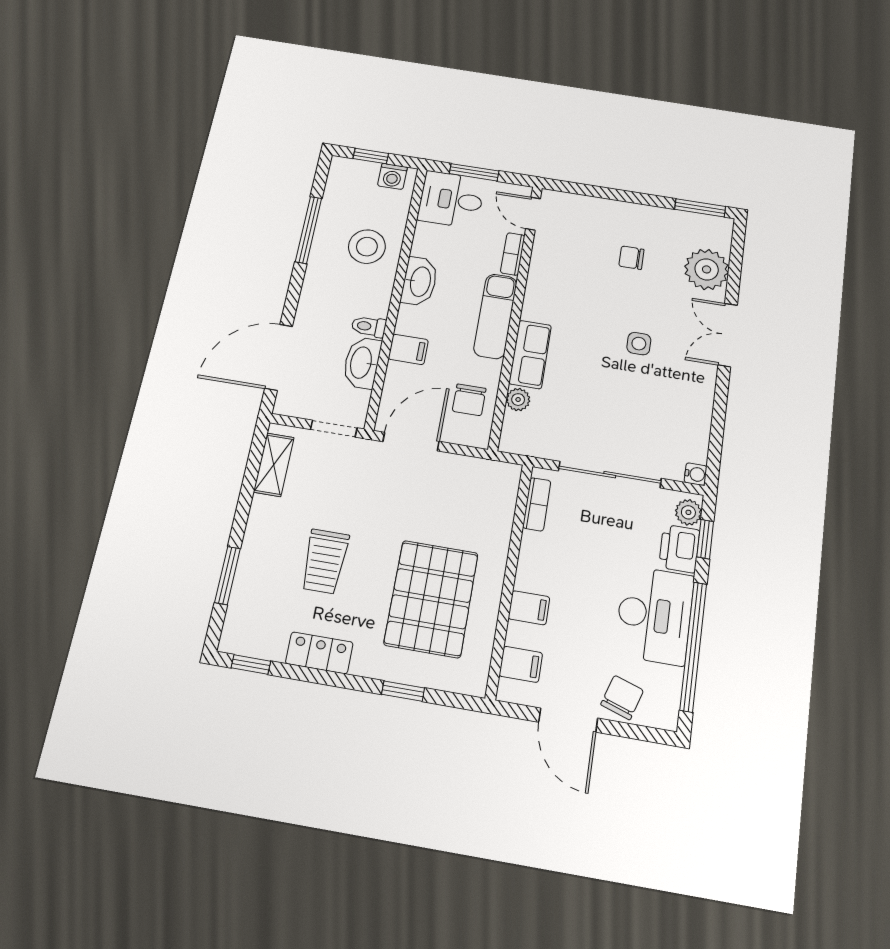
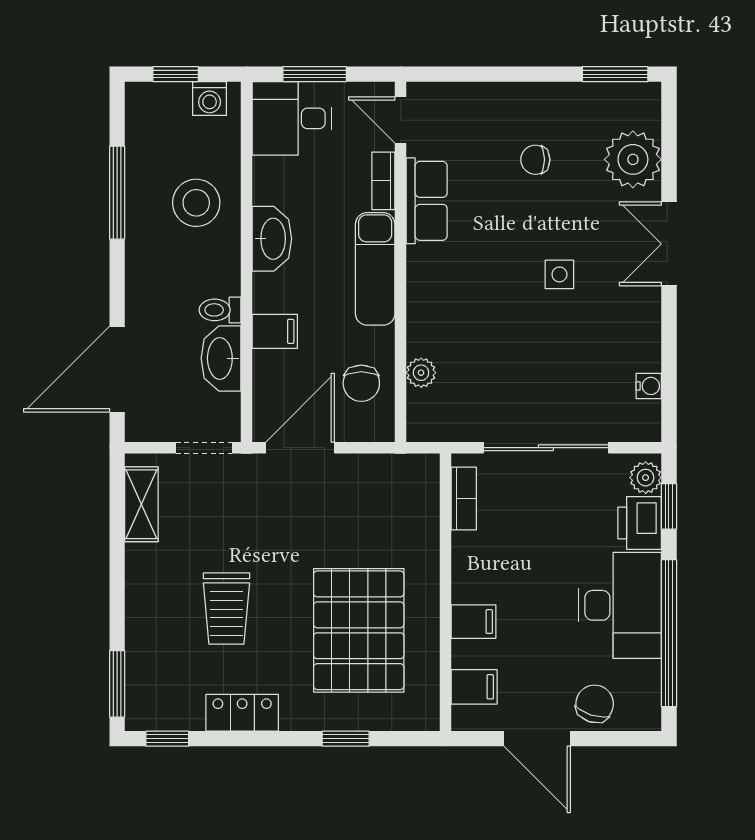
row of seats: (530, 354) -> (427, 201), moved
water cooler: (696, 474) -> (649, 386), moved
window: (227, 576) -> (117, 684), moved

